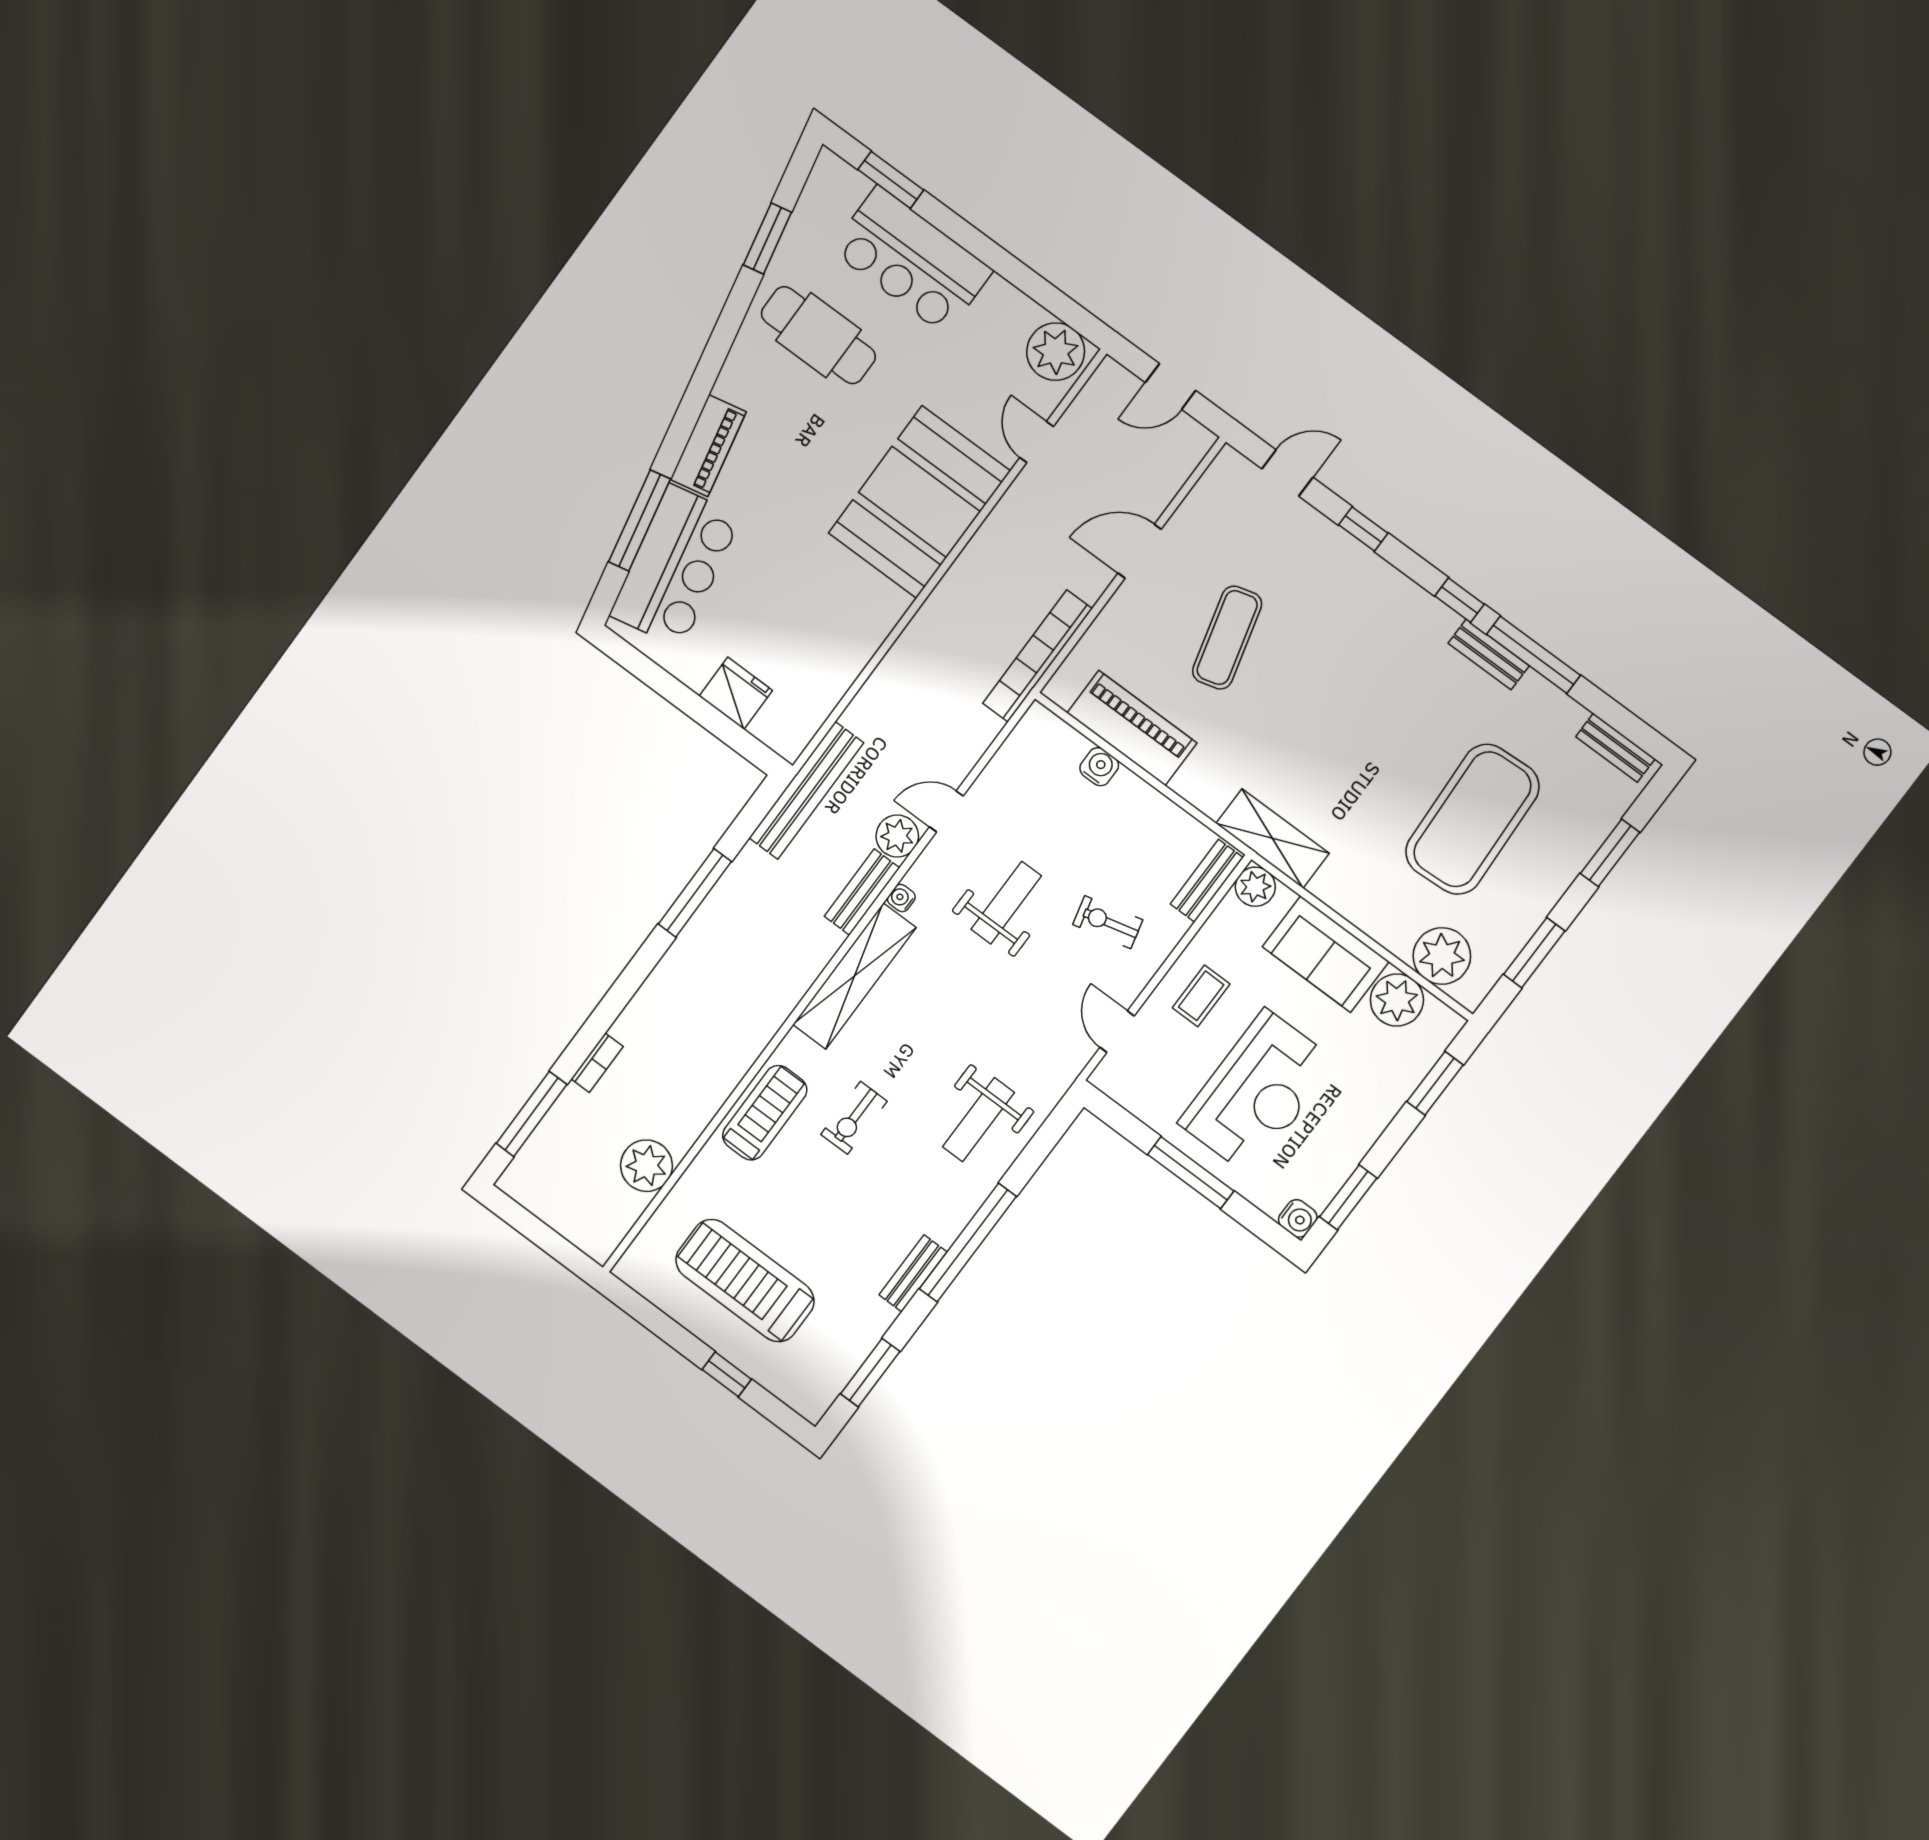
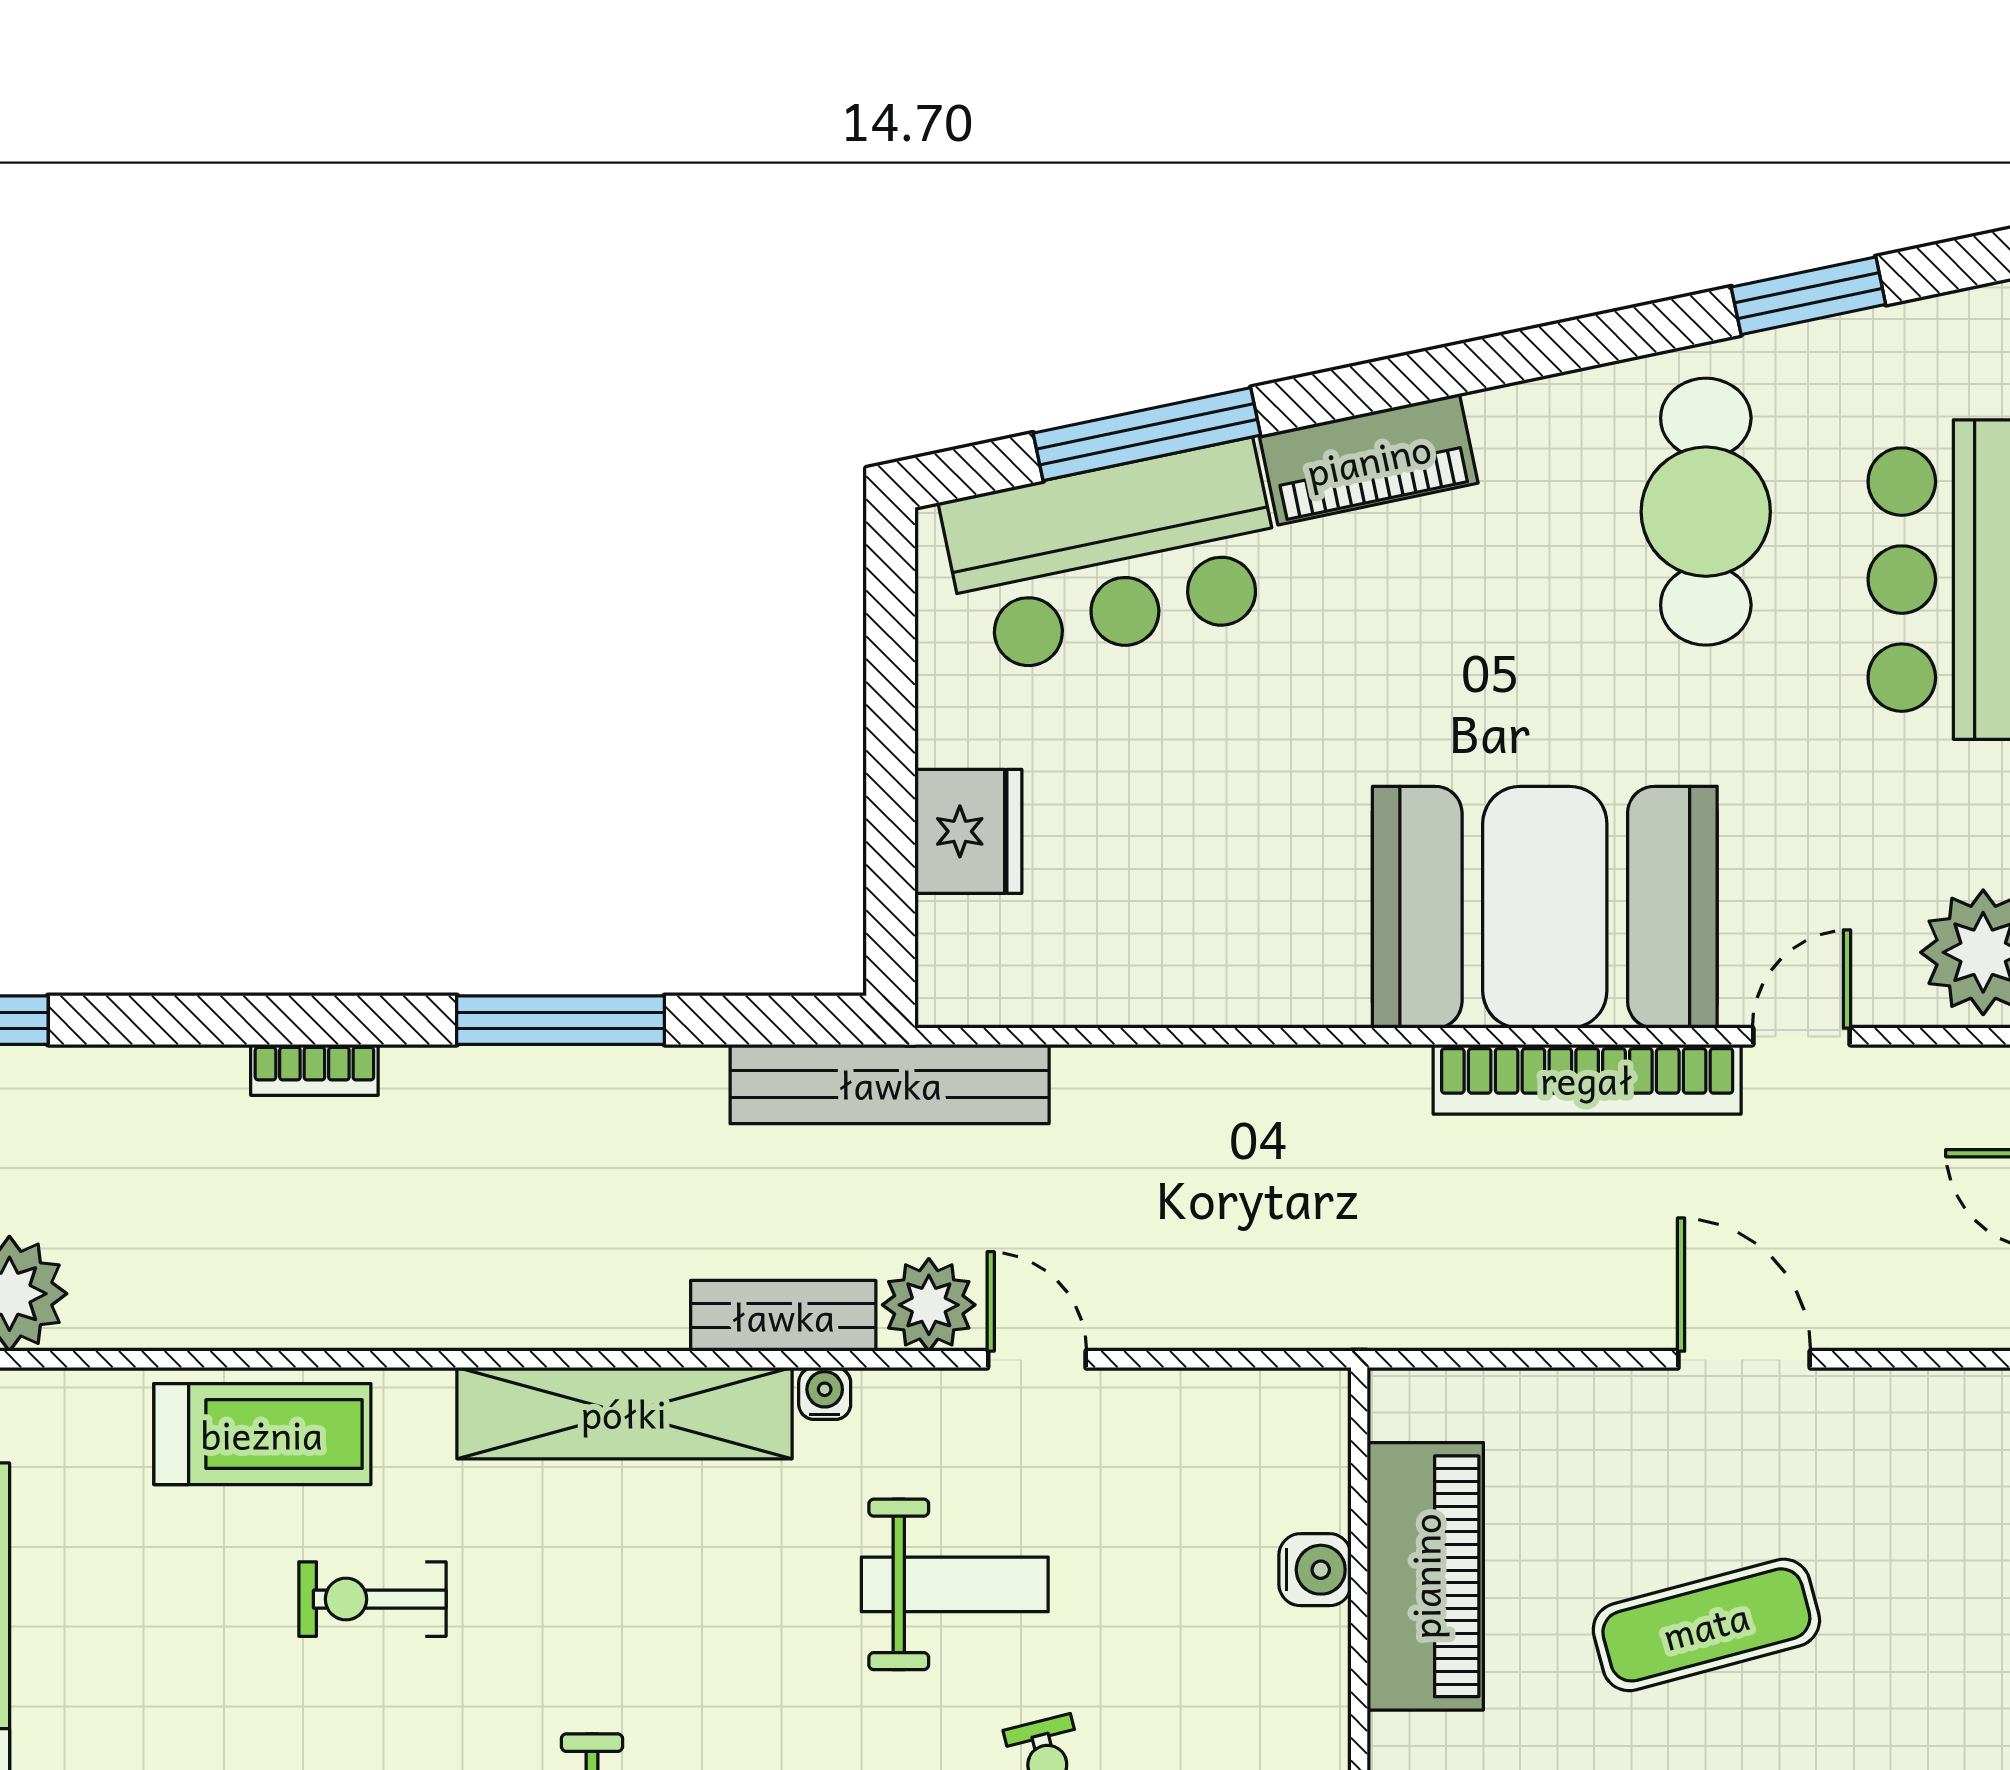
bookcase: (1037, 656) -> (1587, 1079), moved, turned 180
bookcase: (597, 1063) -> (314, 1070), moved

